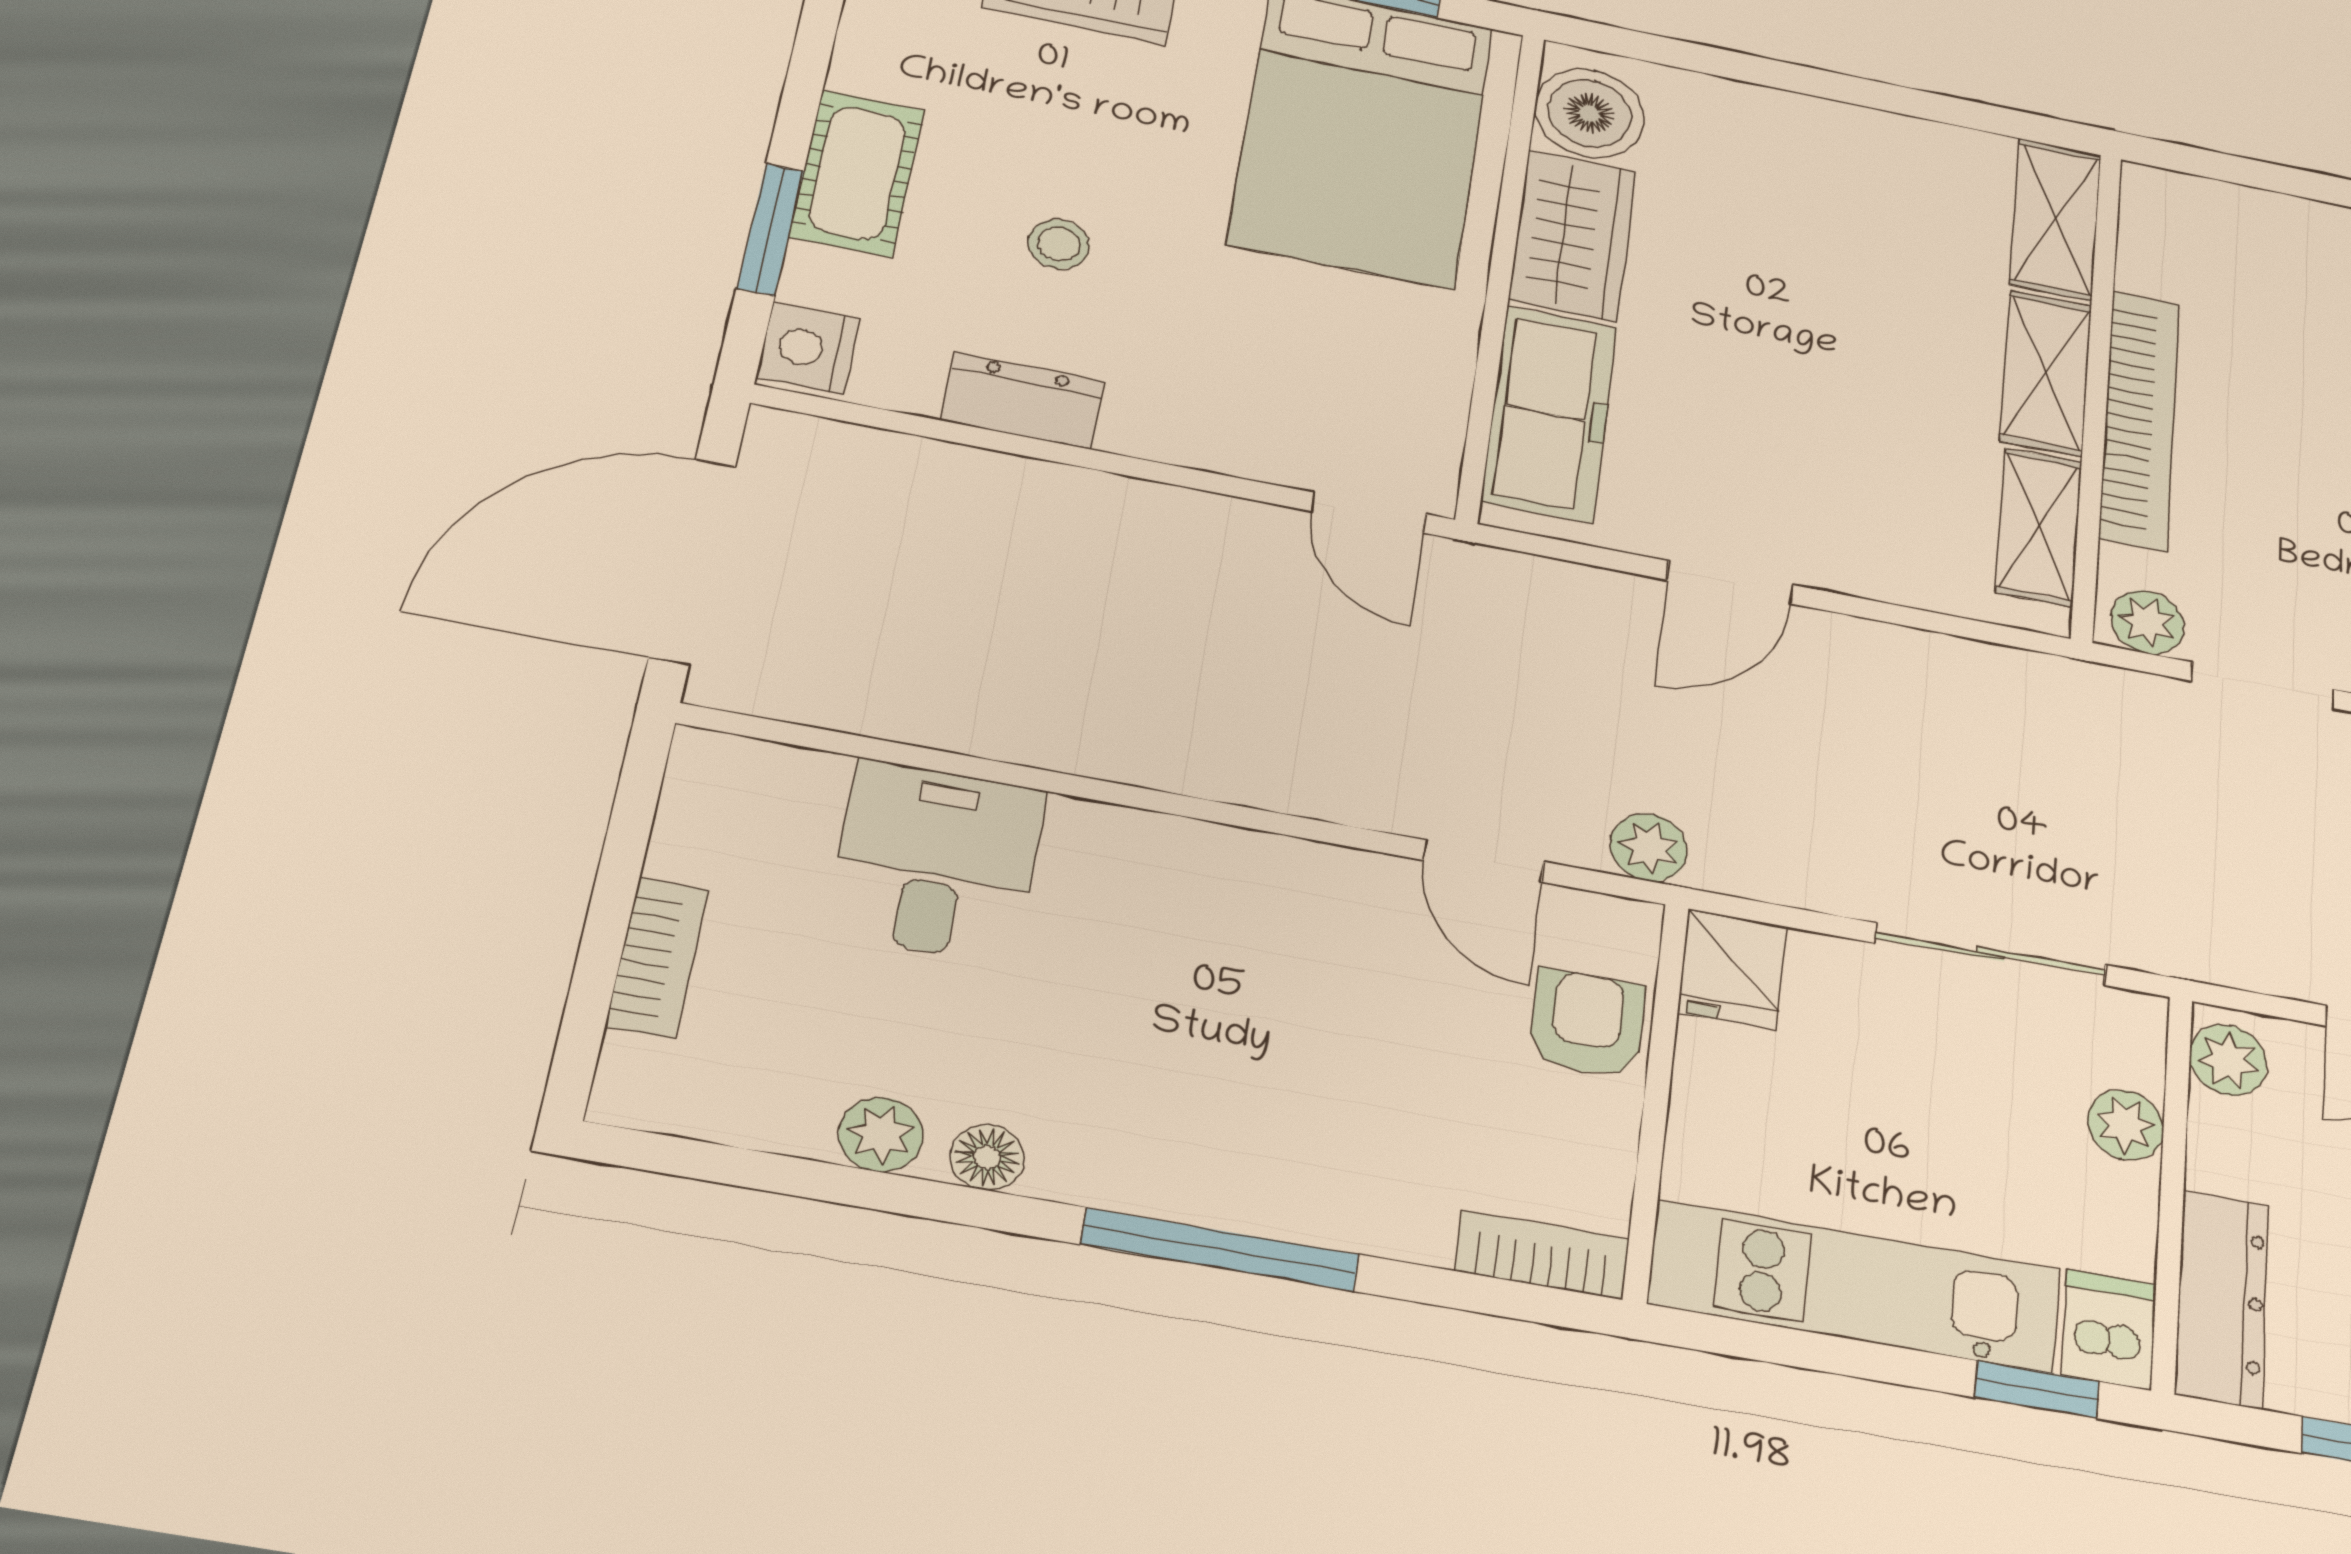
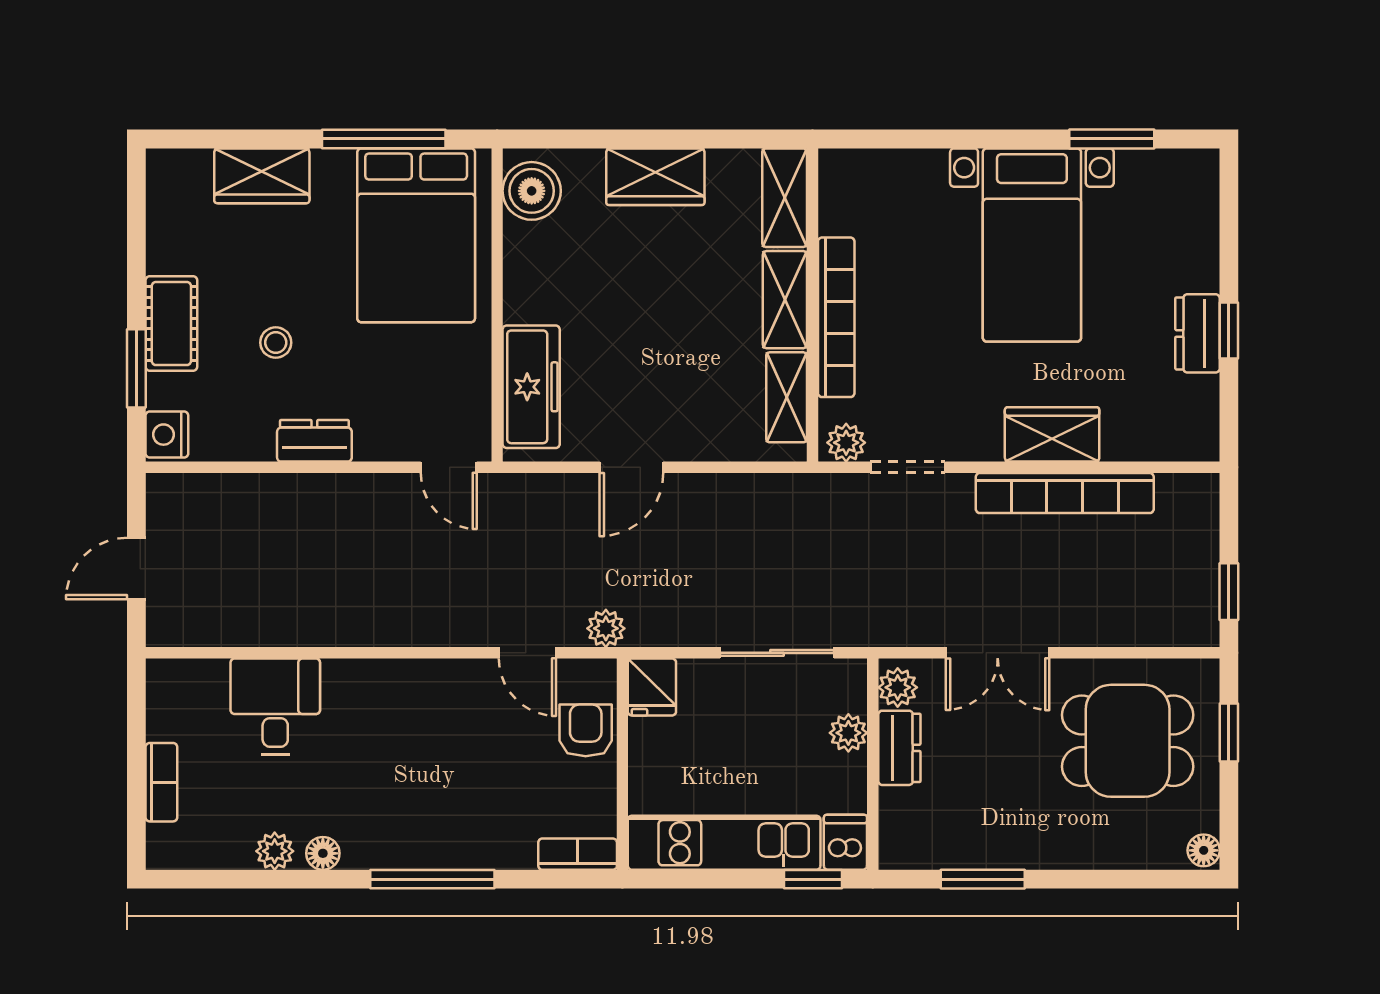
wardrobe: (1573, 236) -> (655, 177), moved, turned 90
dresser: (1023, 401) -> (314, 441), moved
door: (692, 561) -> (136, 569), width x0.53
dresser: (2222, 1299) -> (899, 748), moved, width x0.70

